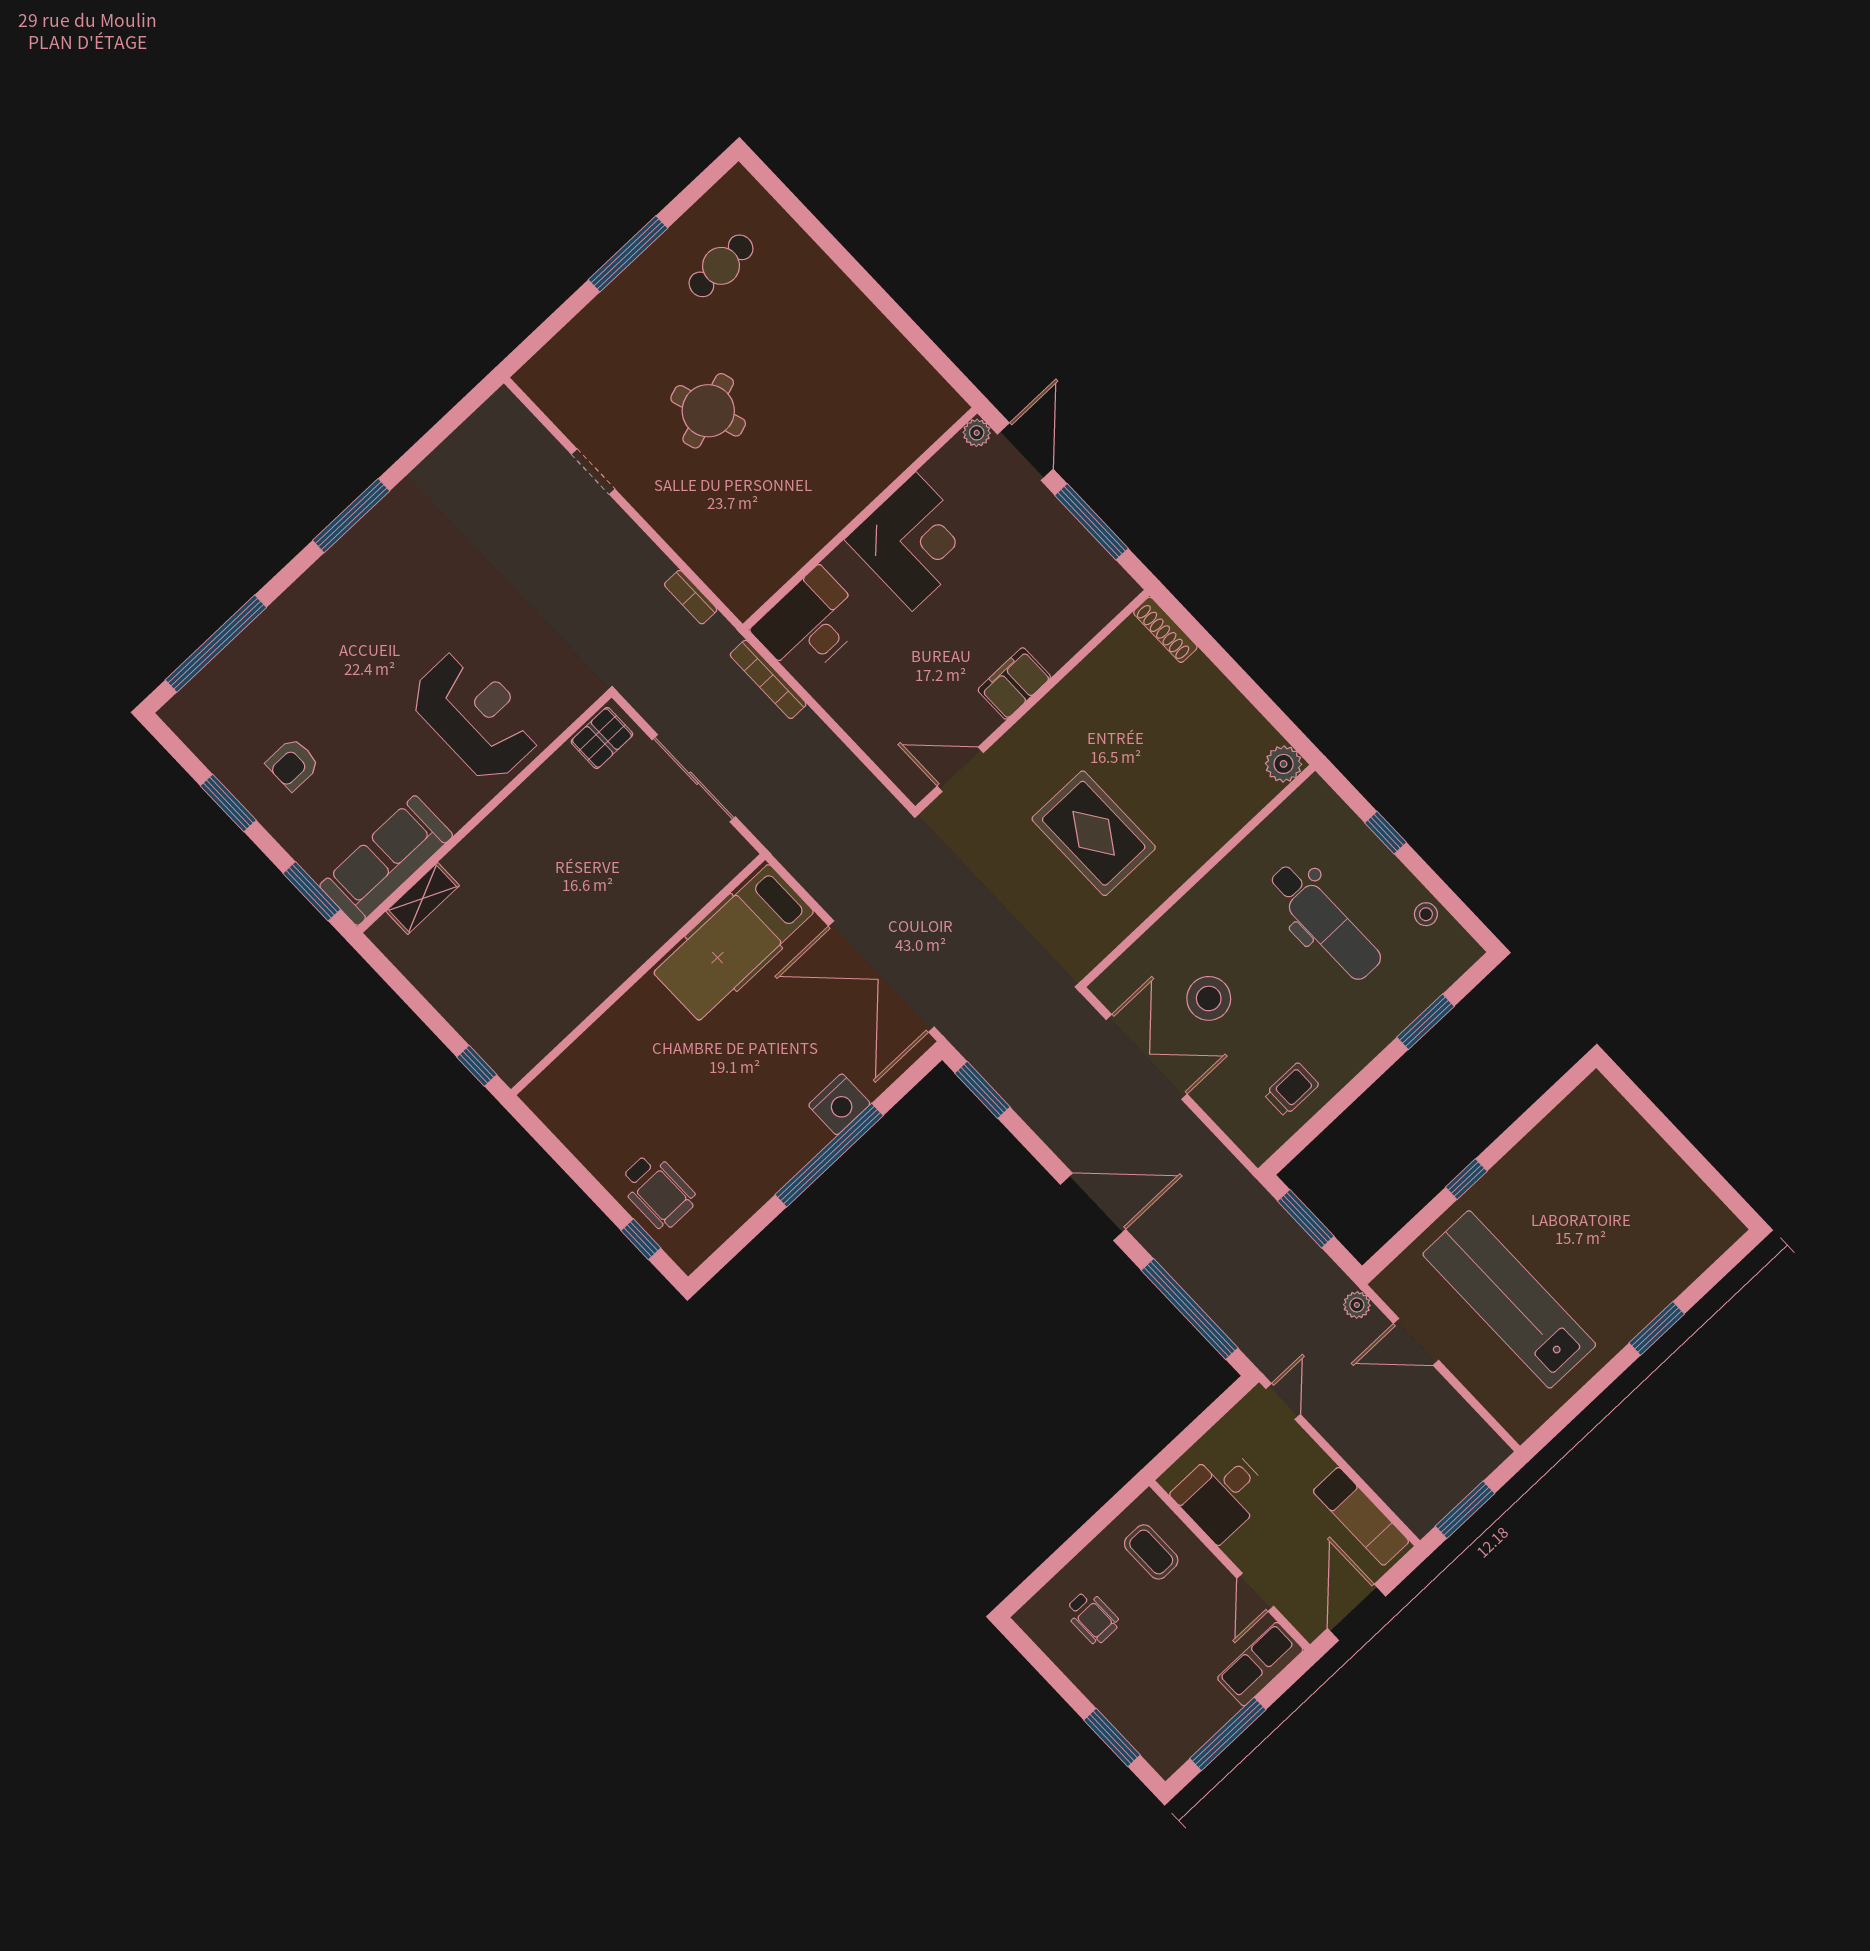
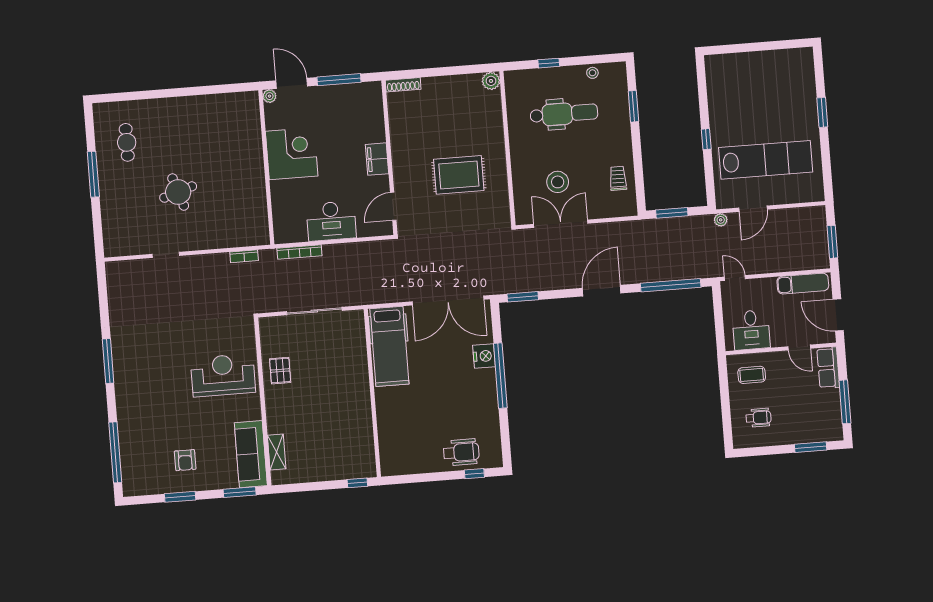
desk: (810, 624) -> (331, 221), moved, turned -90
pallet: (602, 738) -> (280, 371), moved
lab bench: (1509, 1299) -> (766, 160), turned 180

